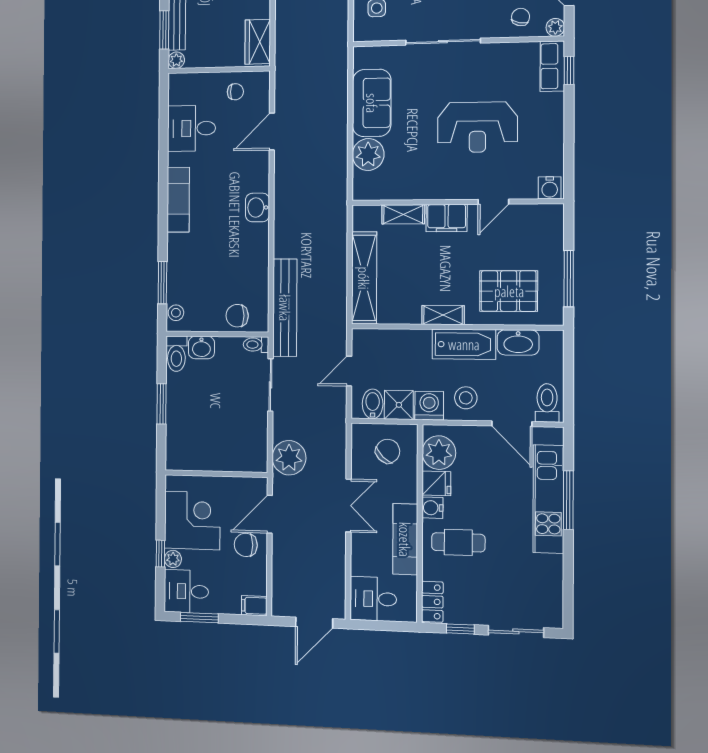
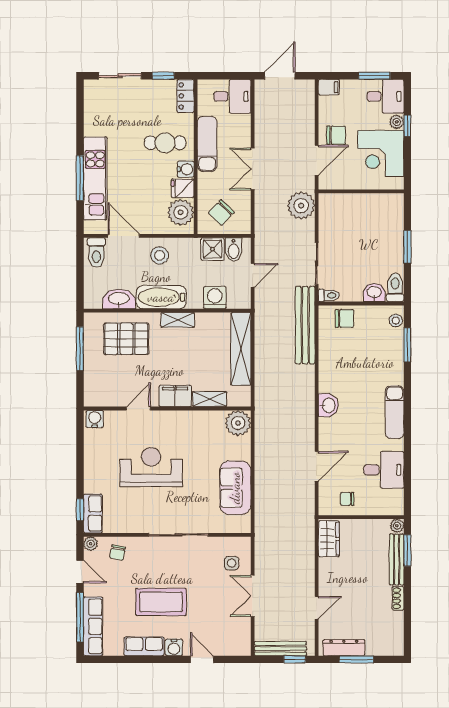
plant: (368, 154) -> (238, 423), moved
washing machine: (429, 406) -> (215, 298), moved, turned 180

